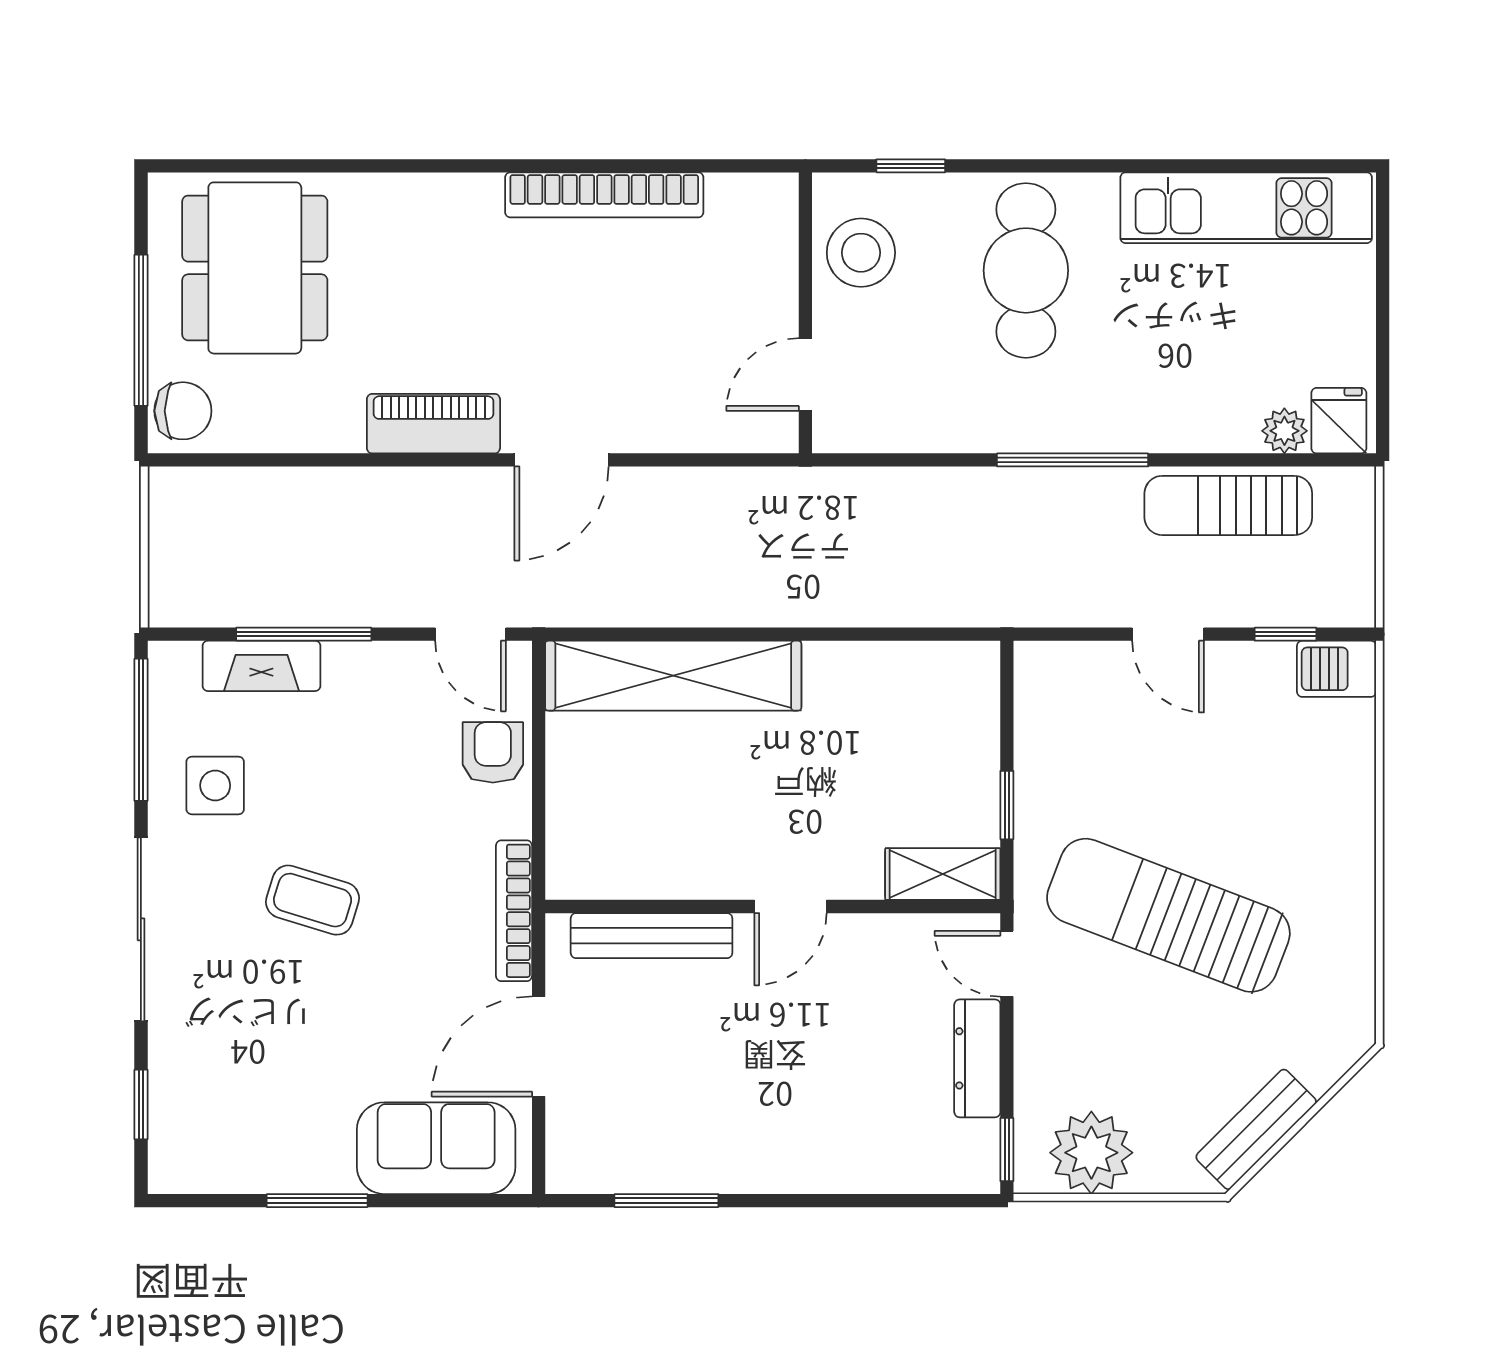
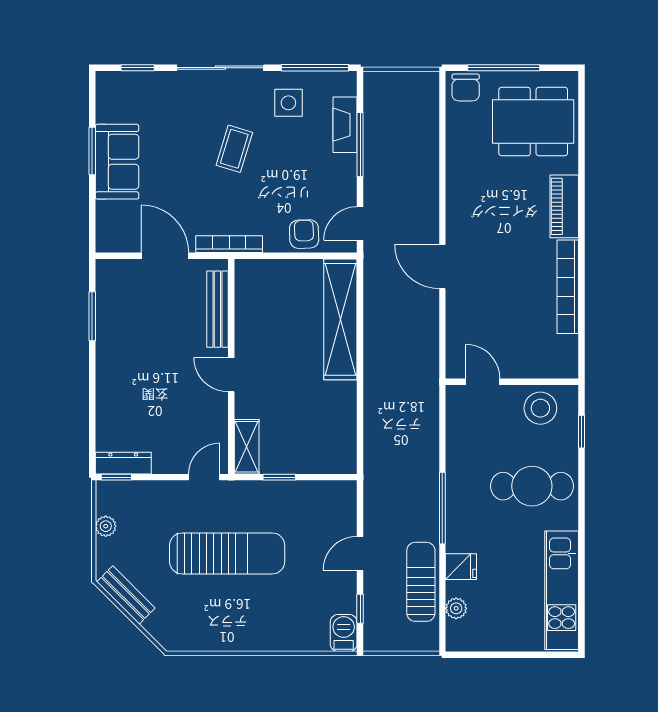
fridge: (1339, 421) -> (461, 567), moved
piano: (433, 424) -> (564, 206), moved, turned 180
armchair: (493, 752) -> (304, 234), turned -92
sun lounger: (1168, 915) -> (227, 553), turned 69
dresser: (977, 1058) -> (123, 463), moved
sofa: (436, 1148) -> (117, 162), moved
plant: (1091, 1153) -> (106, 526), width x0.53, depth x0.53

